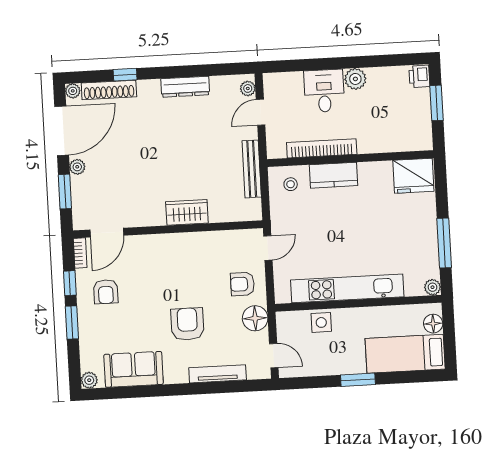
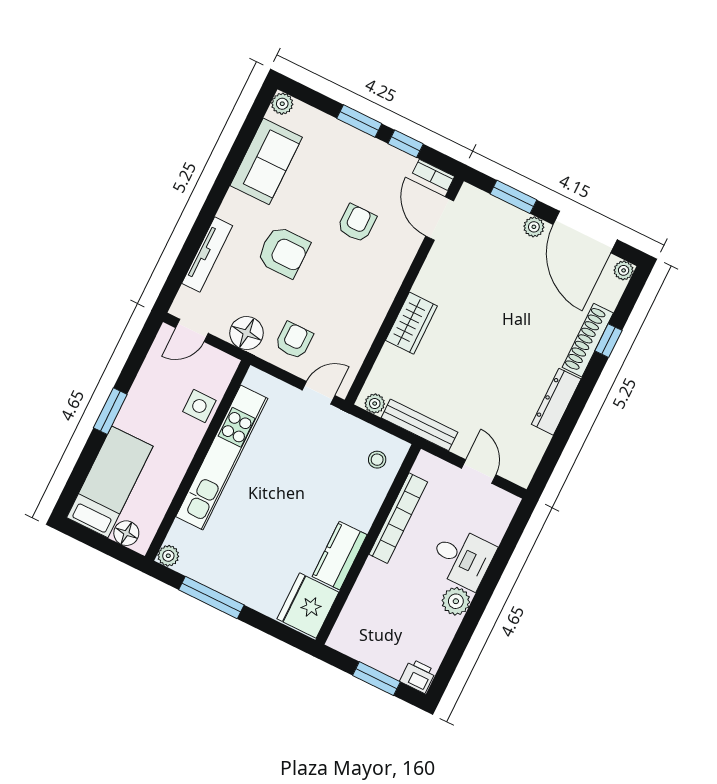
plant: (248, 88) -> (375, 404), moved
shoe rack: (109, 90) -> (588, 340), moved
kitchen counter: (333, 175) -> (340, 556), moved
door: (268, 248) -> (319, 393), swing flipped
armchair: (106, 292) -> (357, 223), moved, turned 90

